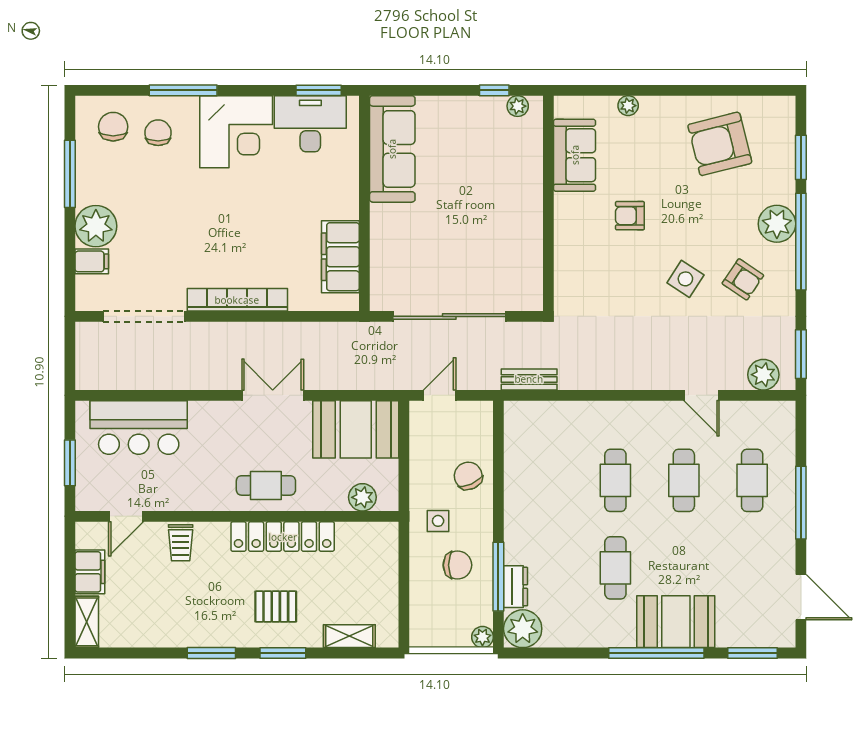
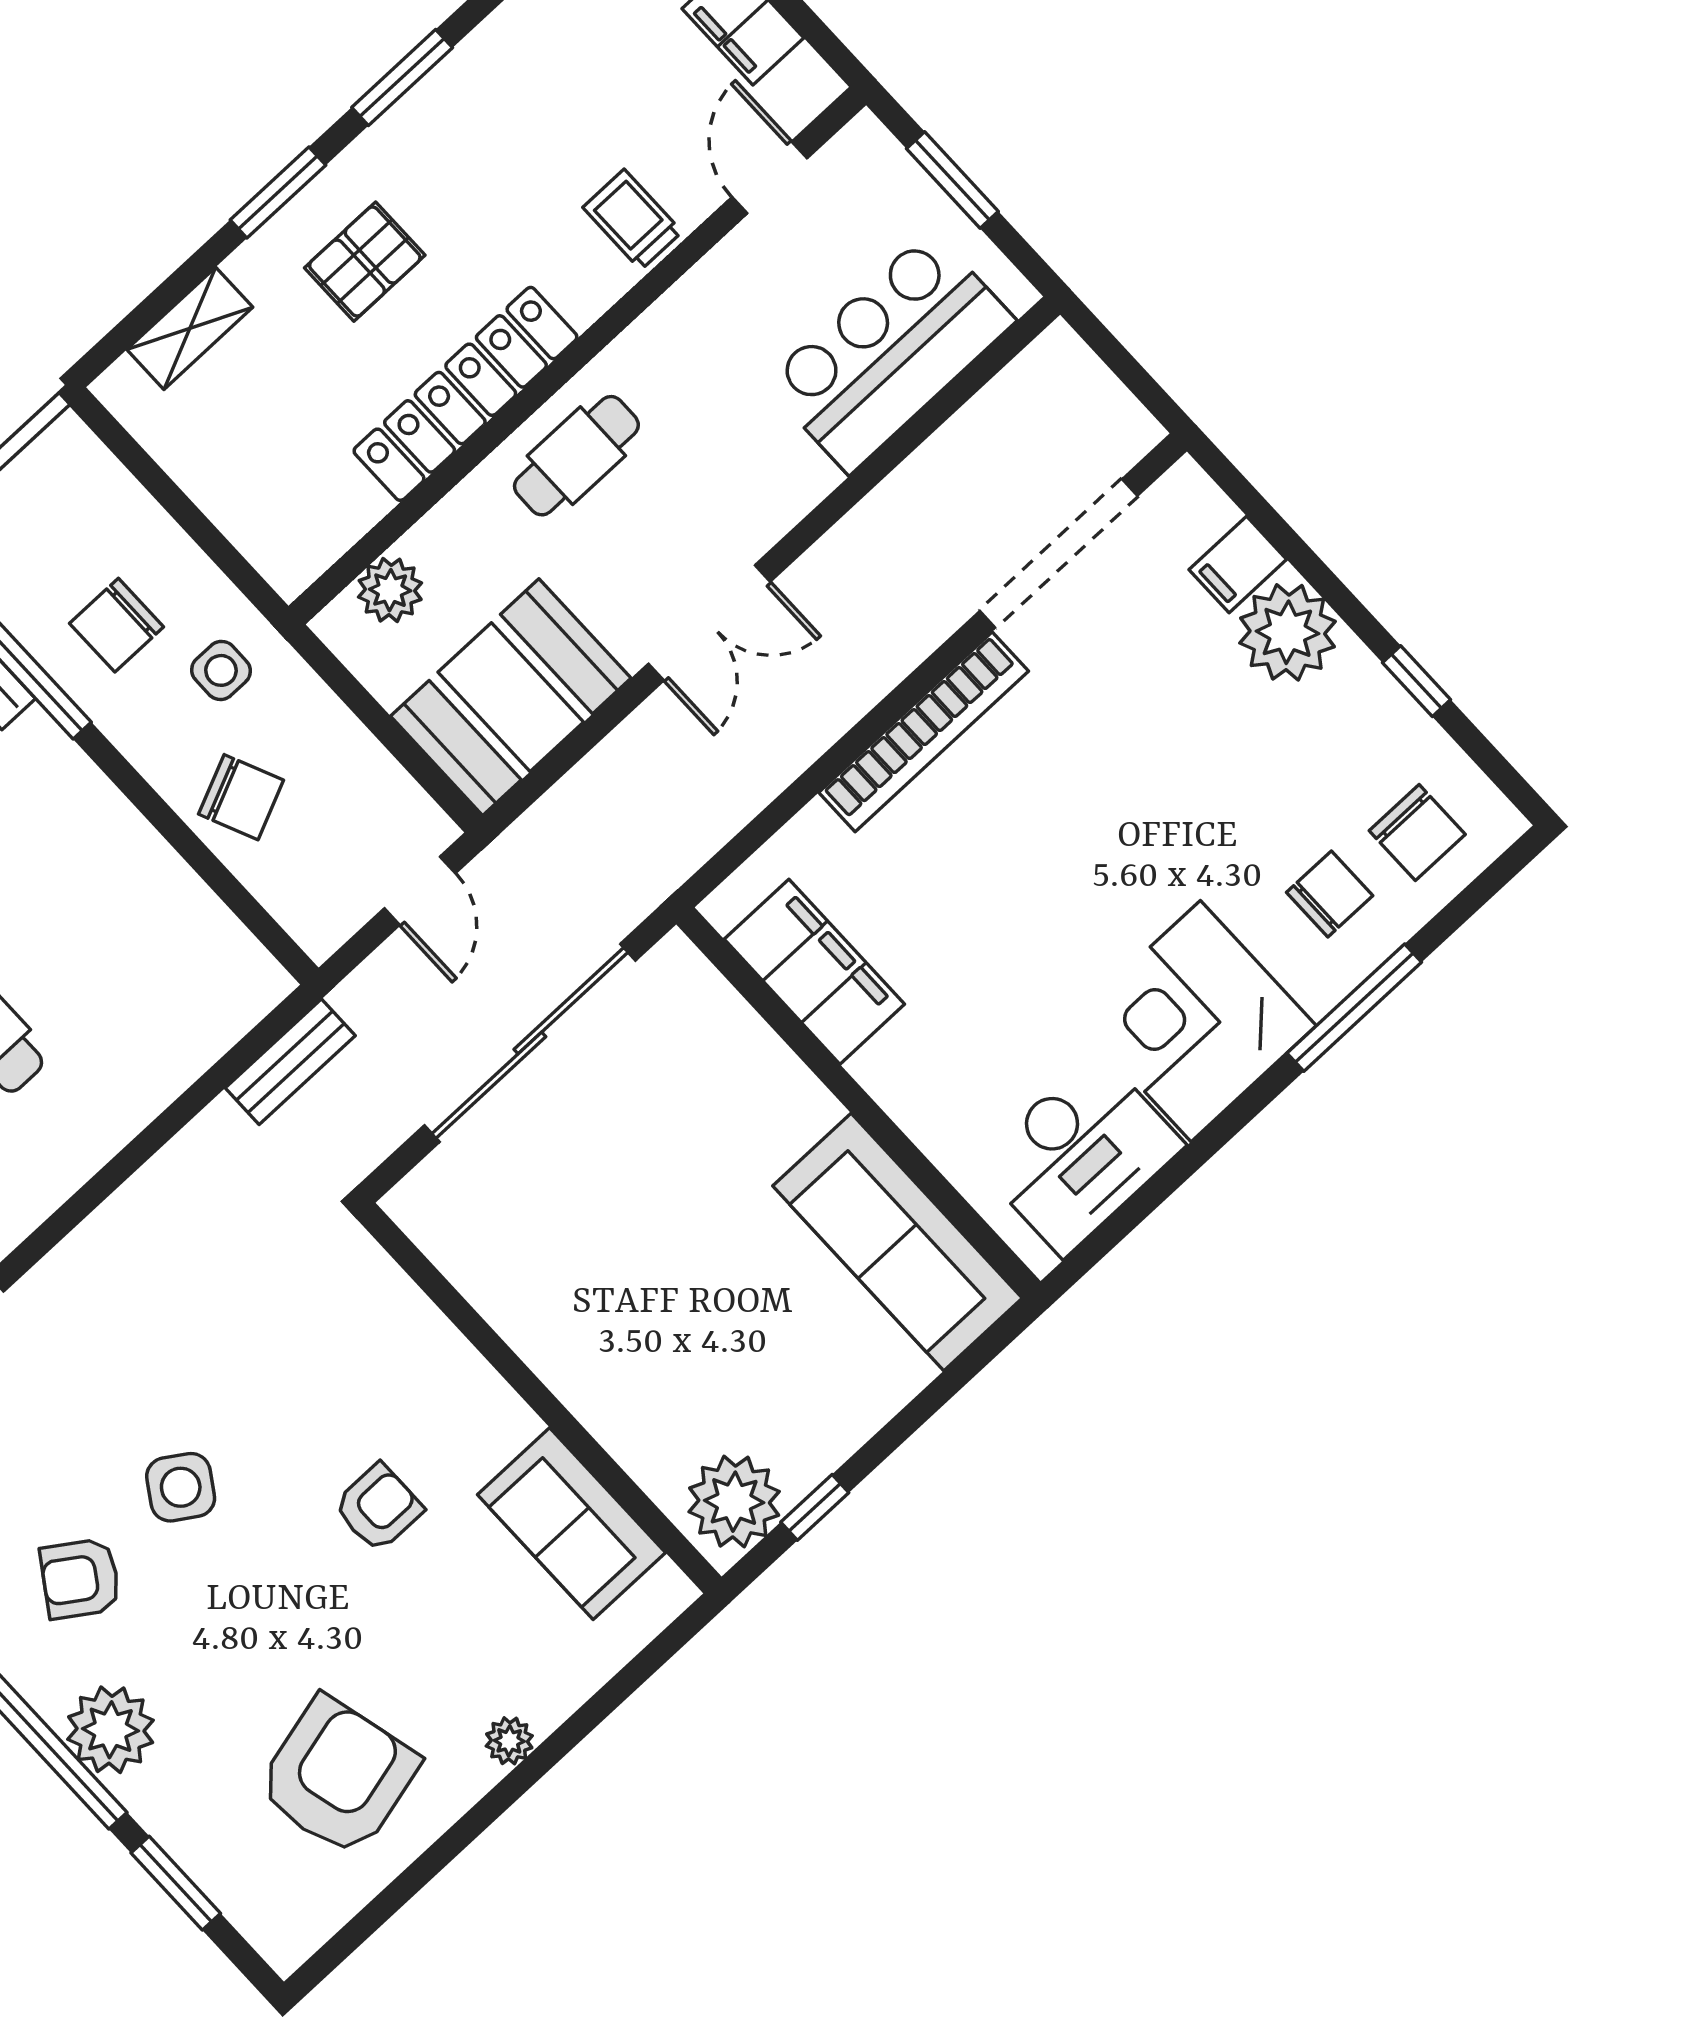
window: (319, 90) -> (1119, 1225), removed
plant: (518, 106) -> (734, 1502), width x1.88, depth x1.88
plant: (628, 106) -> (509, 1741), moved
chair: (158, 133) -> (1330, 894), turned -90
window: (70, 174) -> (1416, 681), width x0.46

